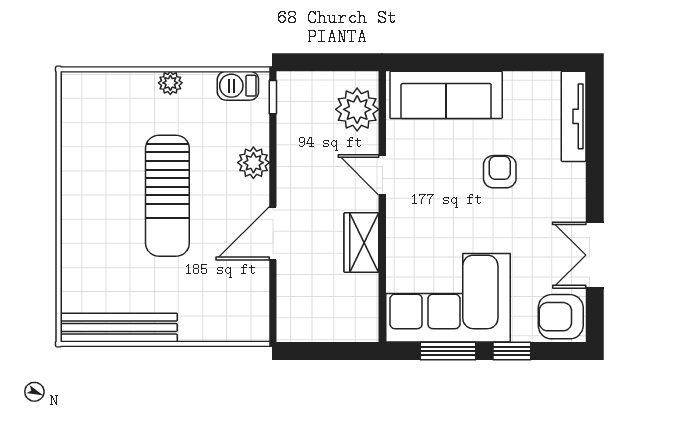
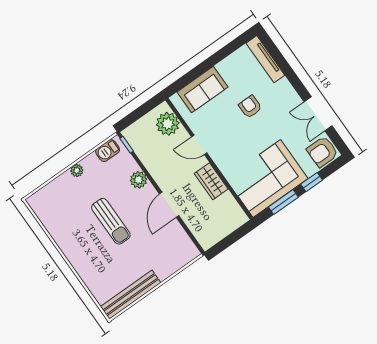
sofa: (446, 95) -> (202, 90), width x0.73
sun lounger: (167, 196) -> (111, 221), width x0.73, depth x0.75

